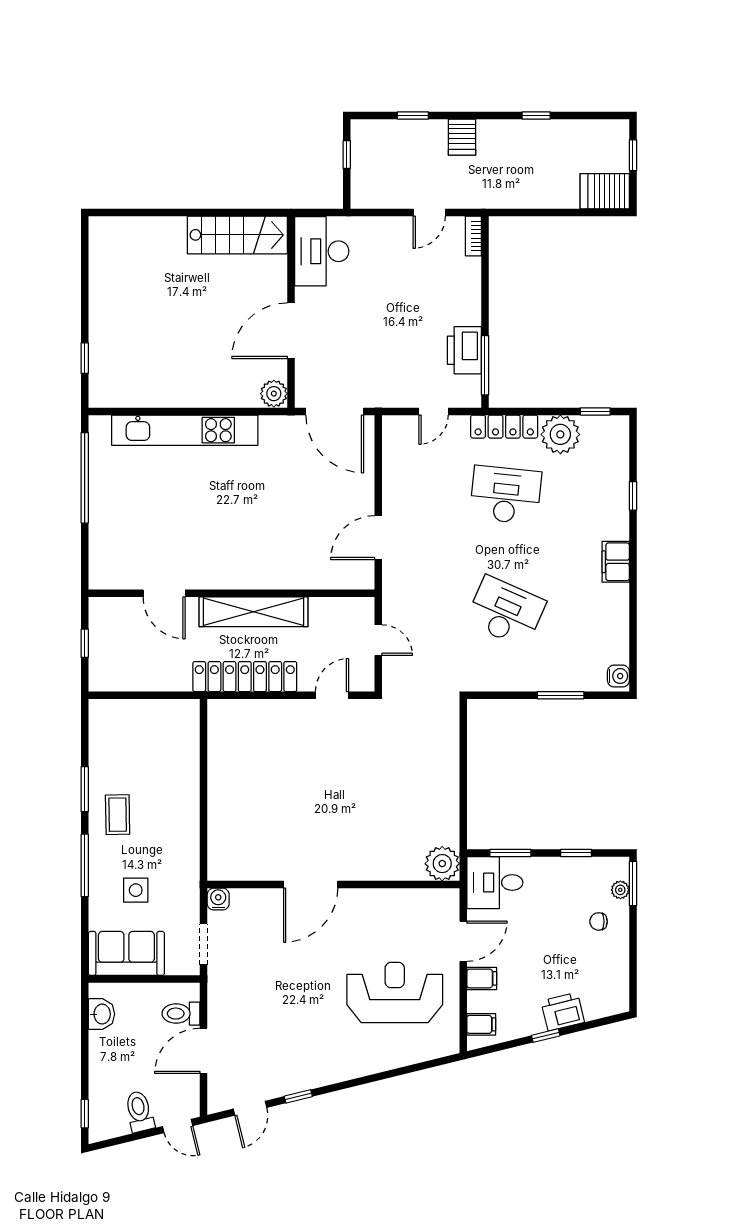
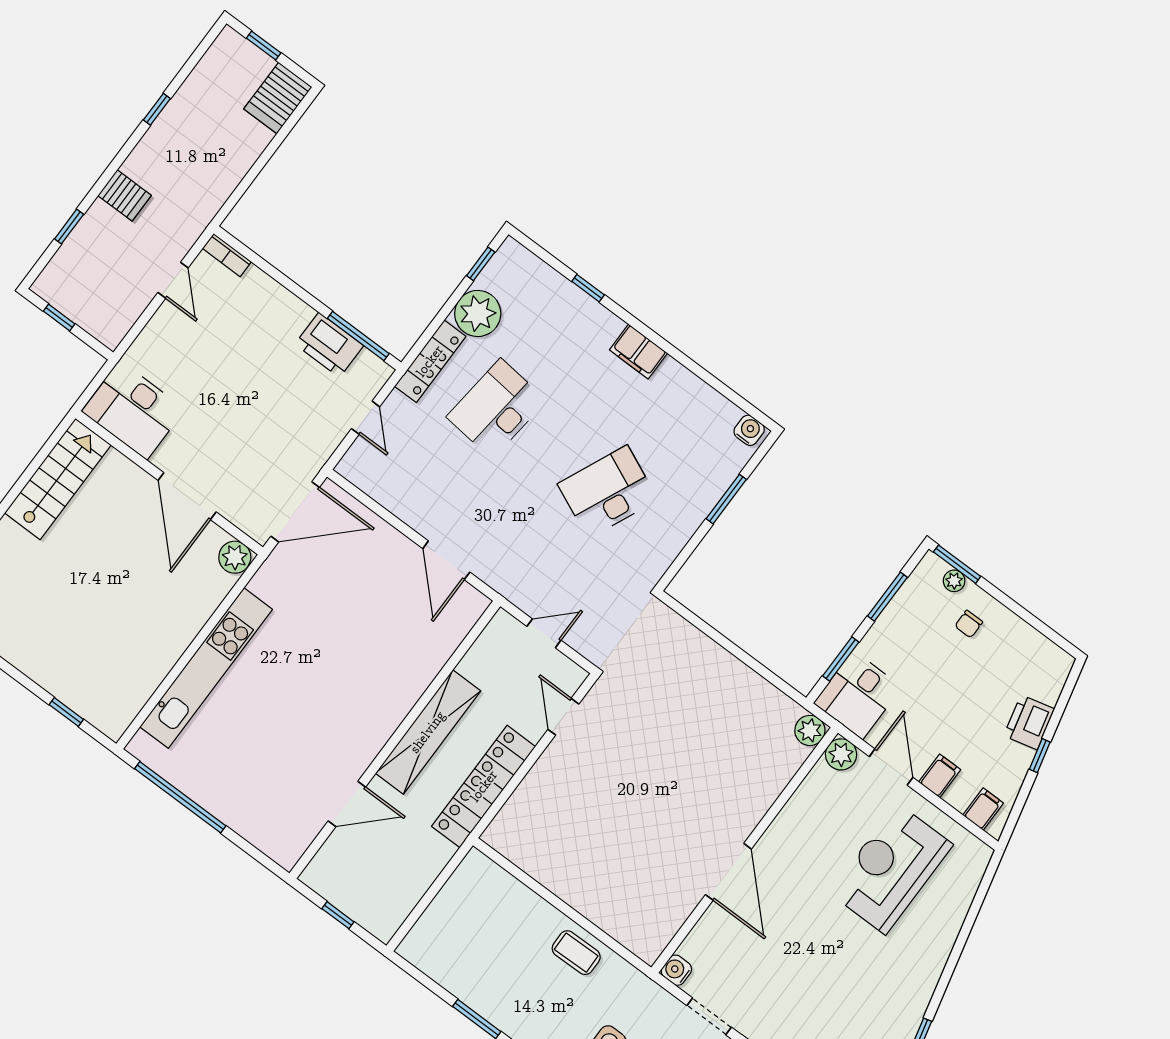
coffee table: (118, 815) -> (576, 953), moved
window: (576, 853) -> (887, 597), width x1.50
plant: (442, 864) -> (810, 730), width x0.73, depth x0.73
plant: (446, 901) -> (841, 754), added

